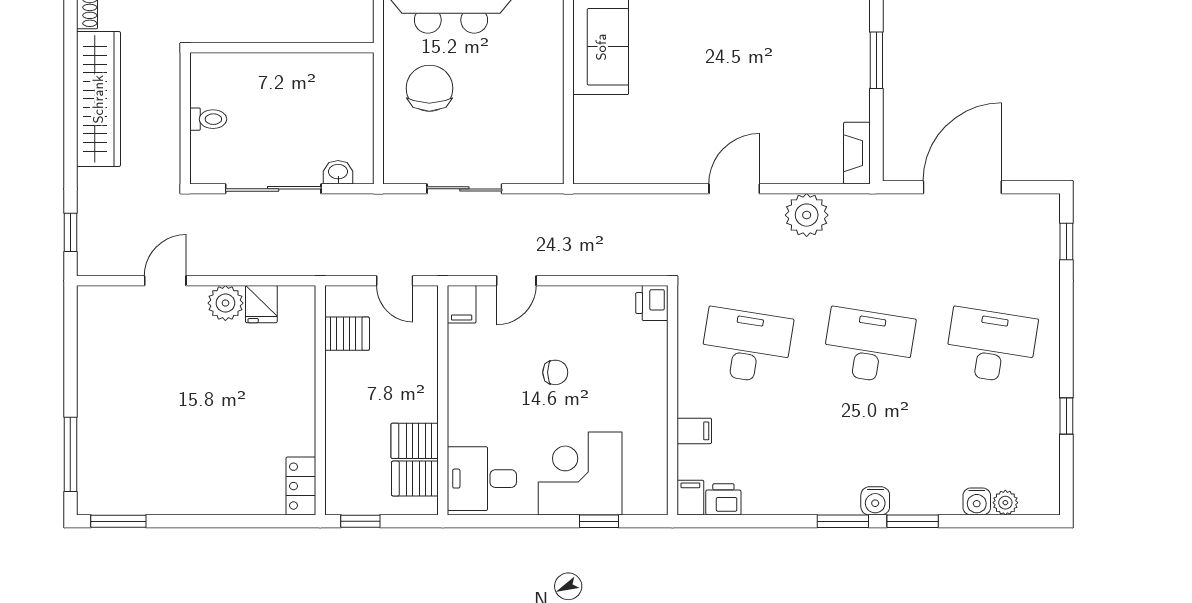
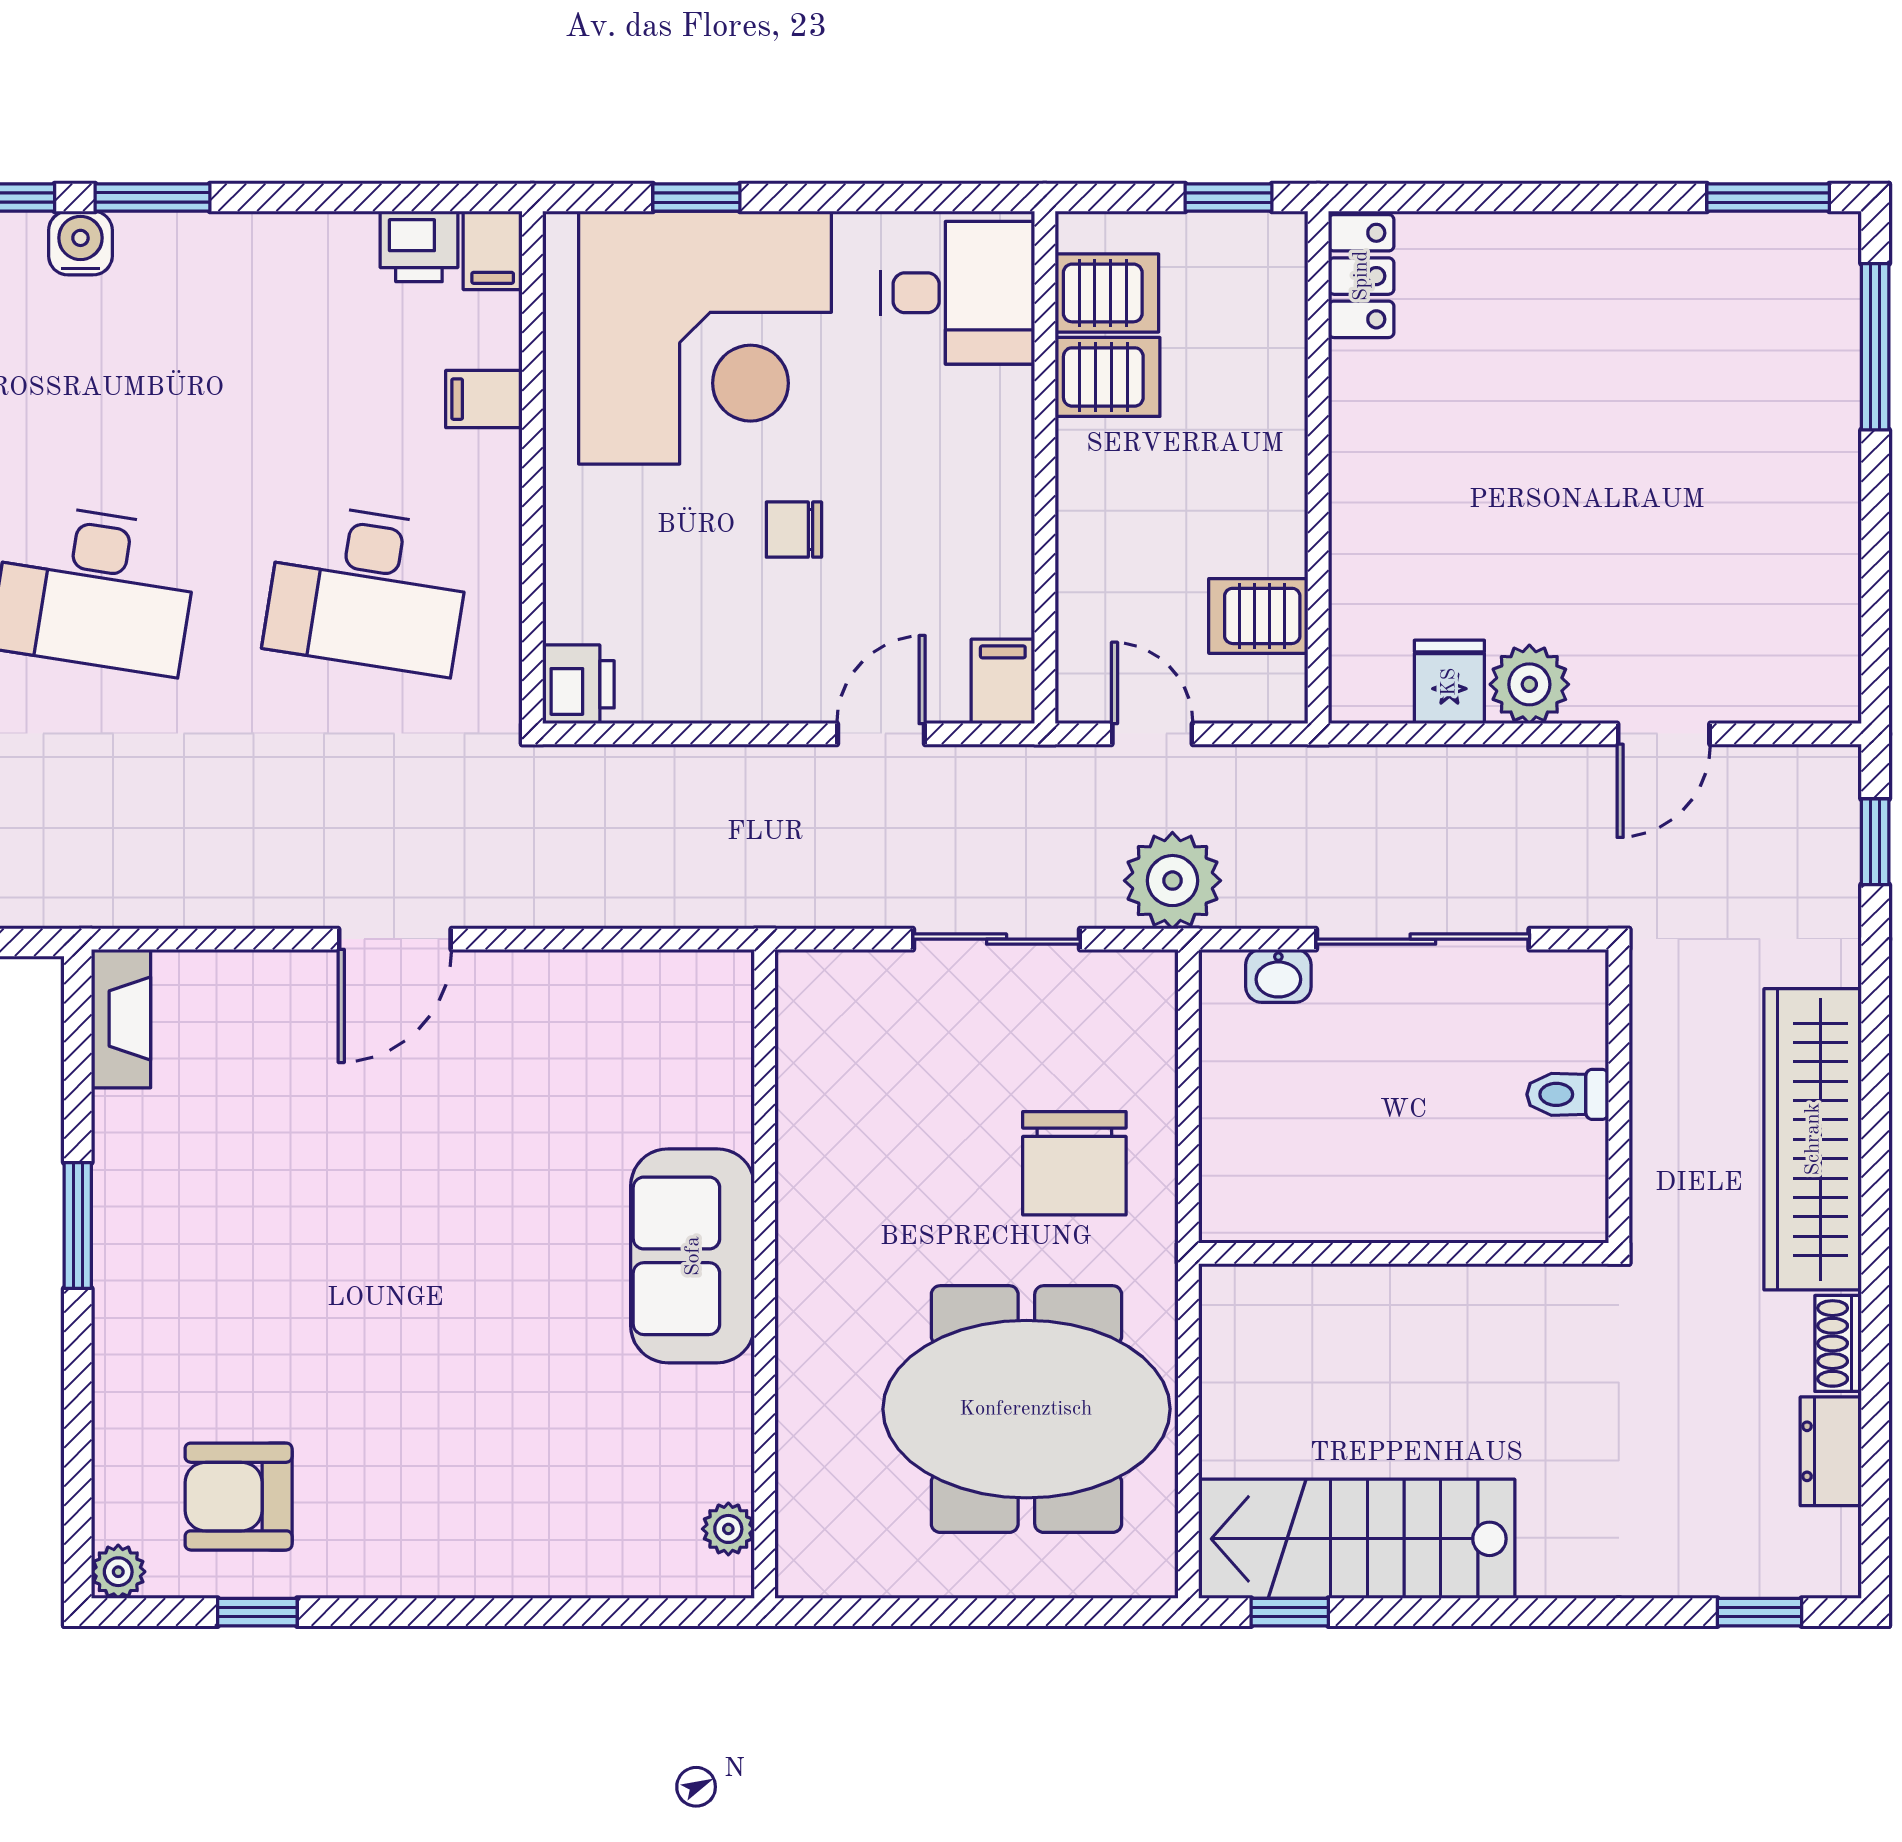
plant: (807, 215) -> (1172, 881), moved
corner desk: (580, 473) -> (705, 338), width x1.36, depth x1.36

